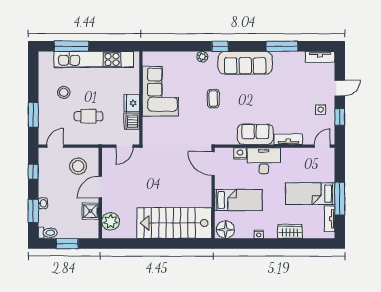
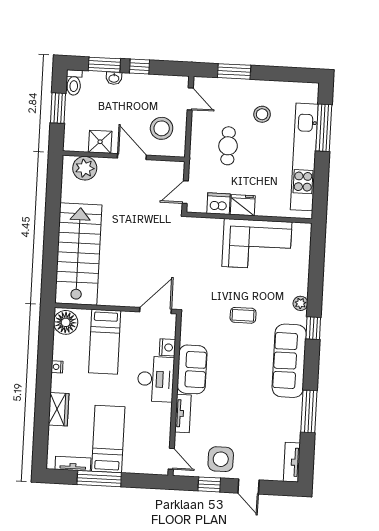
side table: (321, 110) -> (221, 459), width x1.87, depth x1.87
door: (124, 146) -> (185, 192), hinge flipped
window: (33, 172) -> (140, 67), moved

